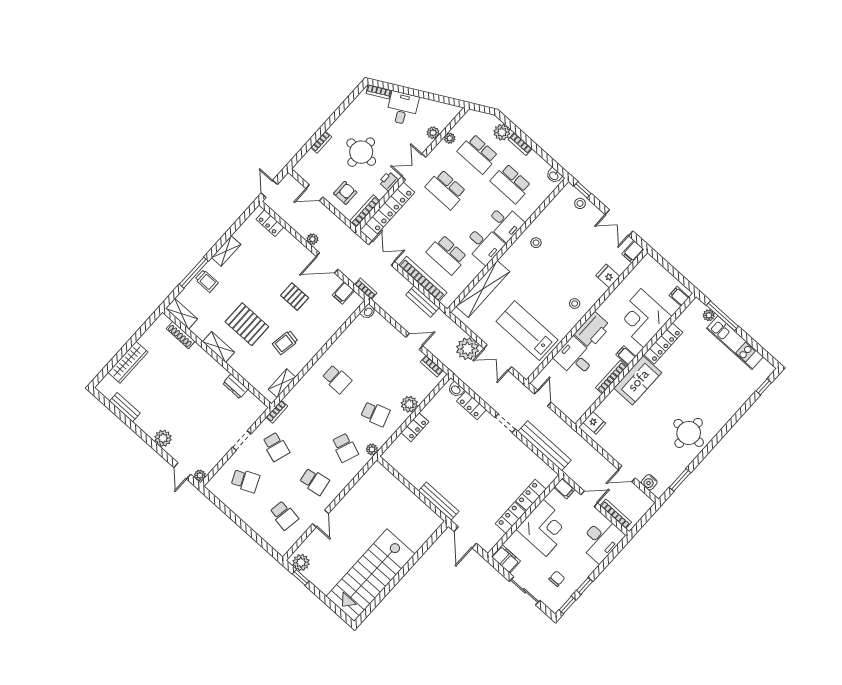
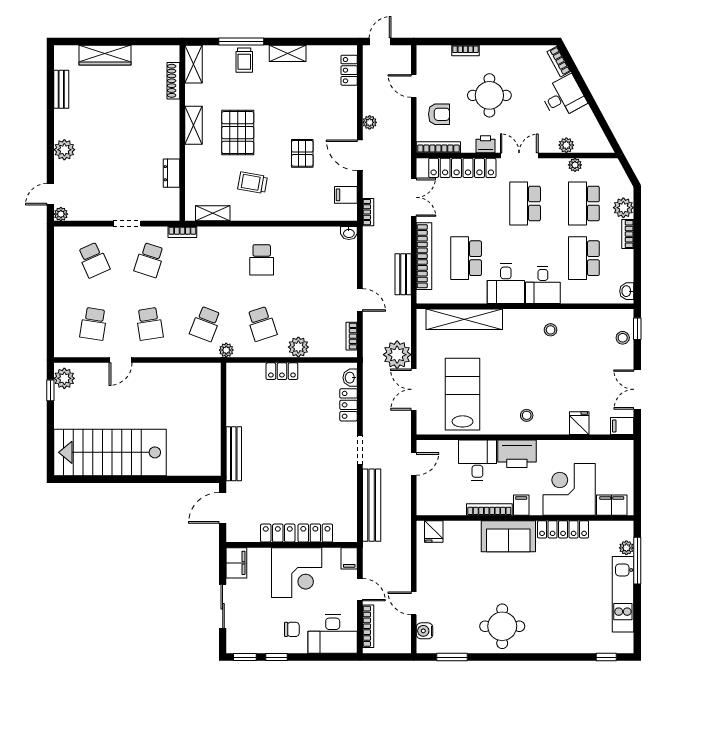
filing cabinet: (679, 296) -> (612, 505), width x2.00
chair: (557, 579) -> (292, 629), moved

